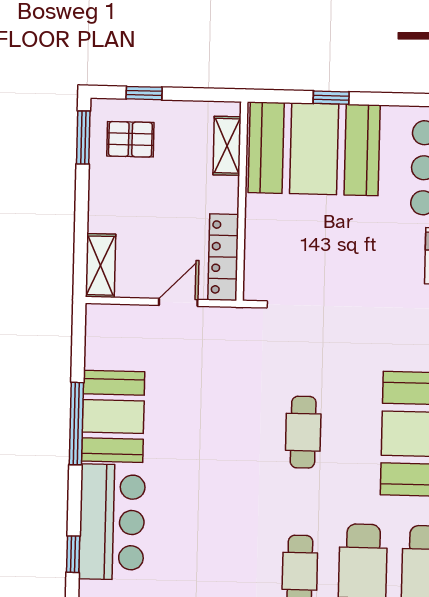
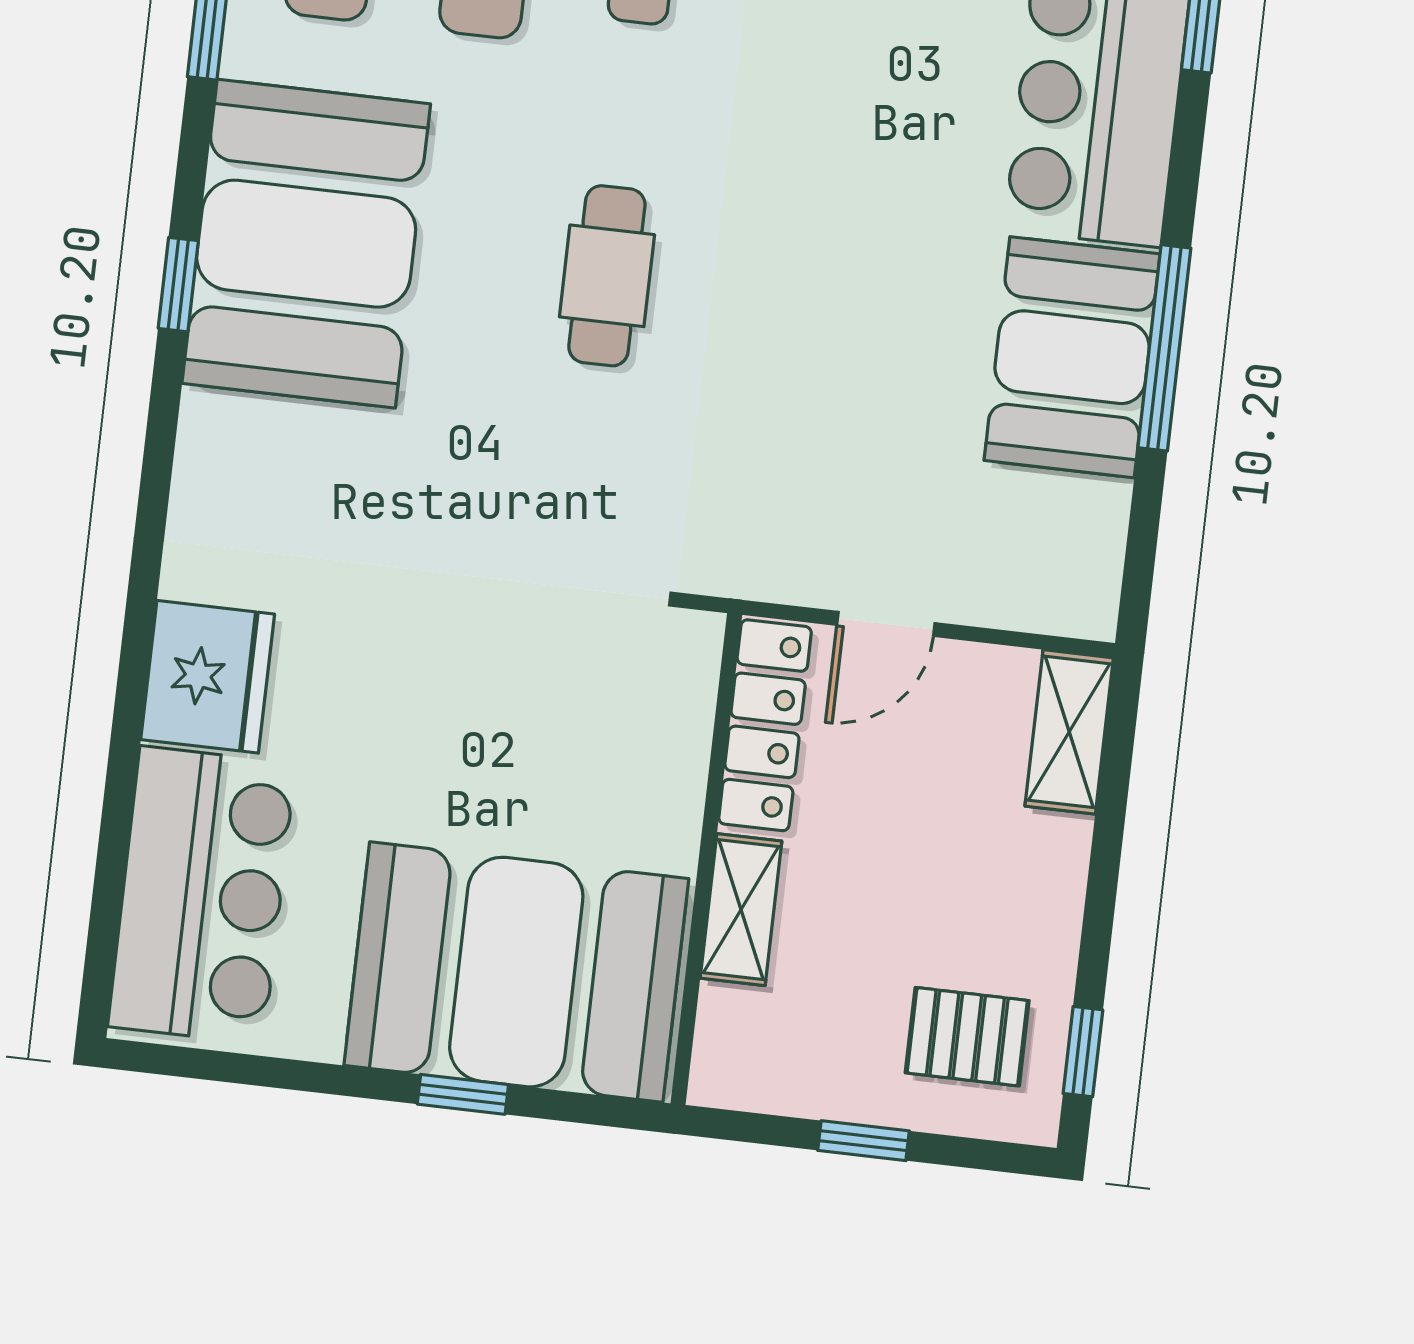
window: (144, 93) -> (864, 1141), moved
window: (83, 137) -> (1083, 1052), width x0.67
shelving: (227, 146) -> (741, 910), moved

